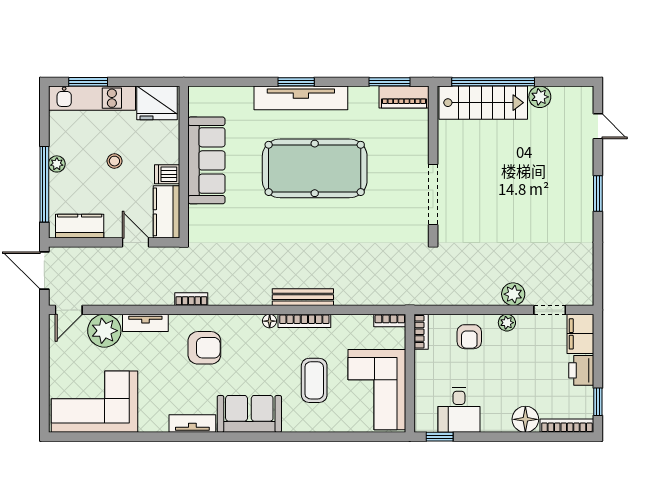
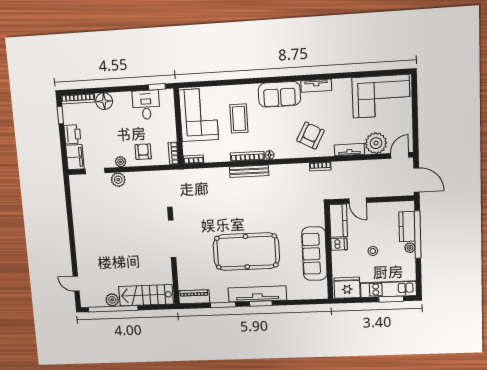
window: (390, 82) -> (223, 305), moved
window: (493, 82) -> (113, 309), moved
window: (598, 194) -> (72, 244), removed
kitchen counter: (80, 226) -> (407, 227), moved, turned 90
armchair: (204, 348) -> (310, 136), turned 118

